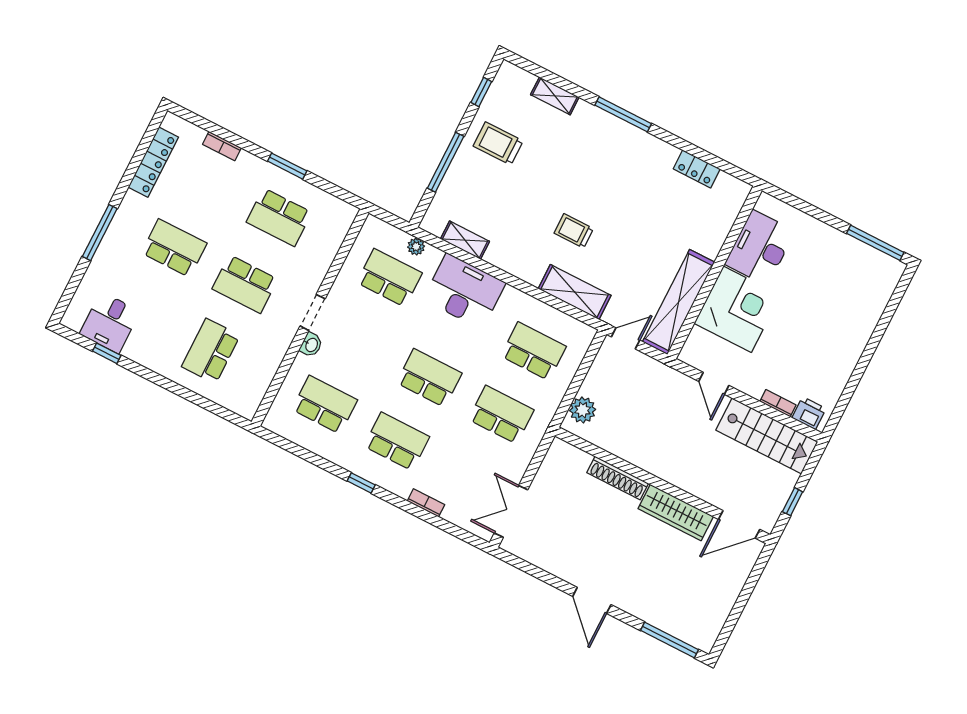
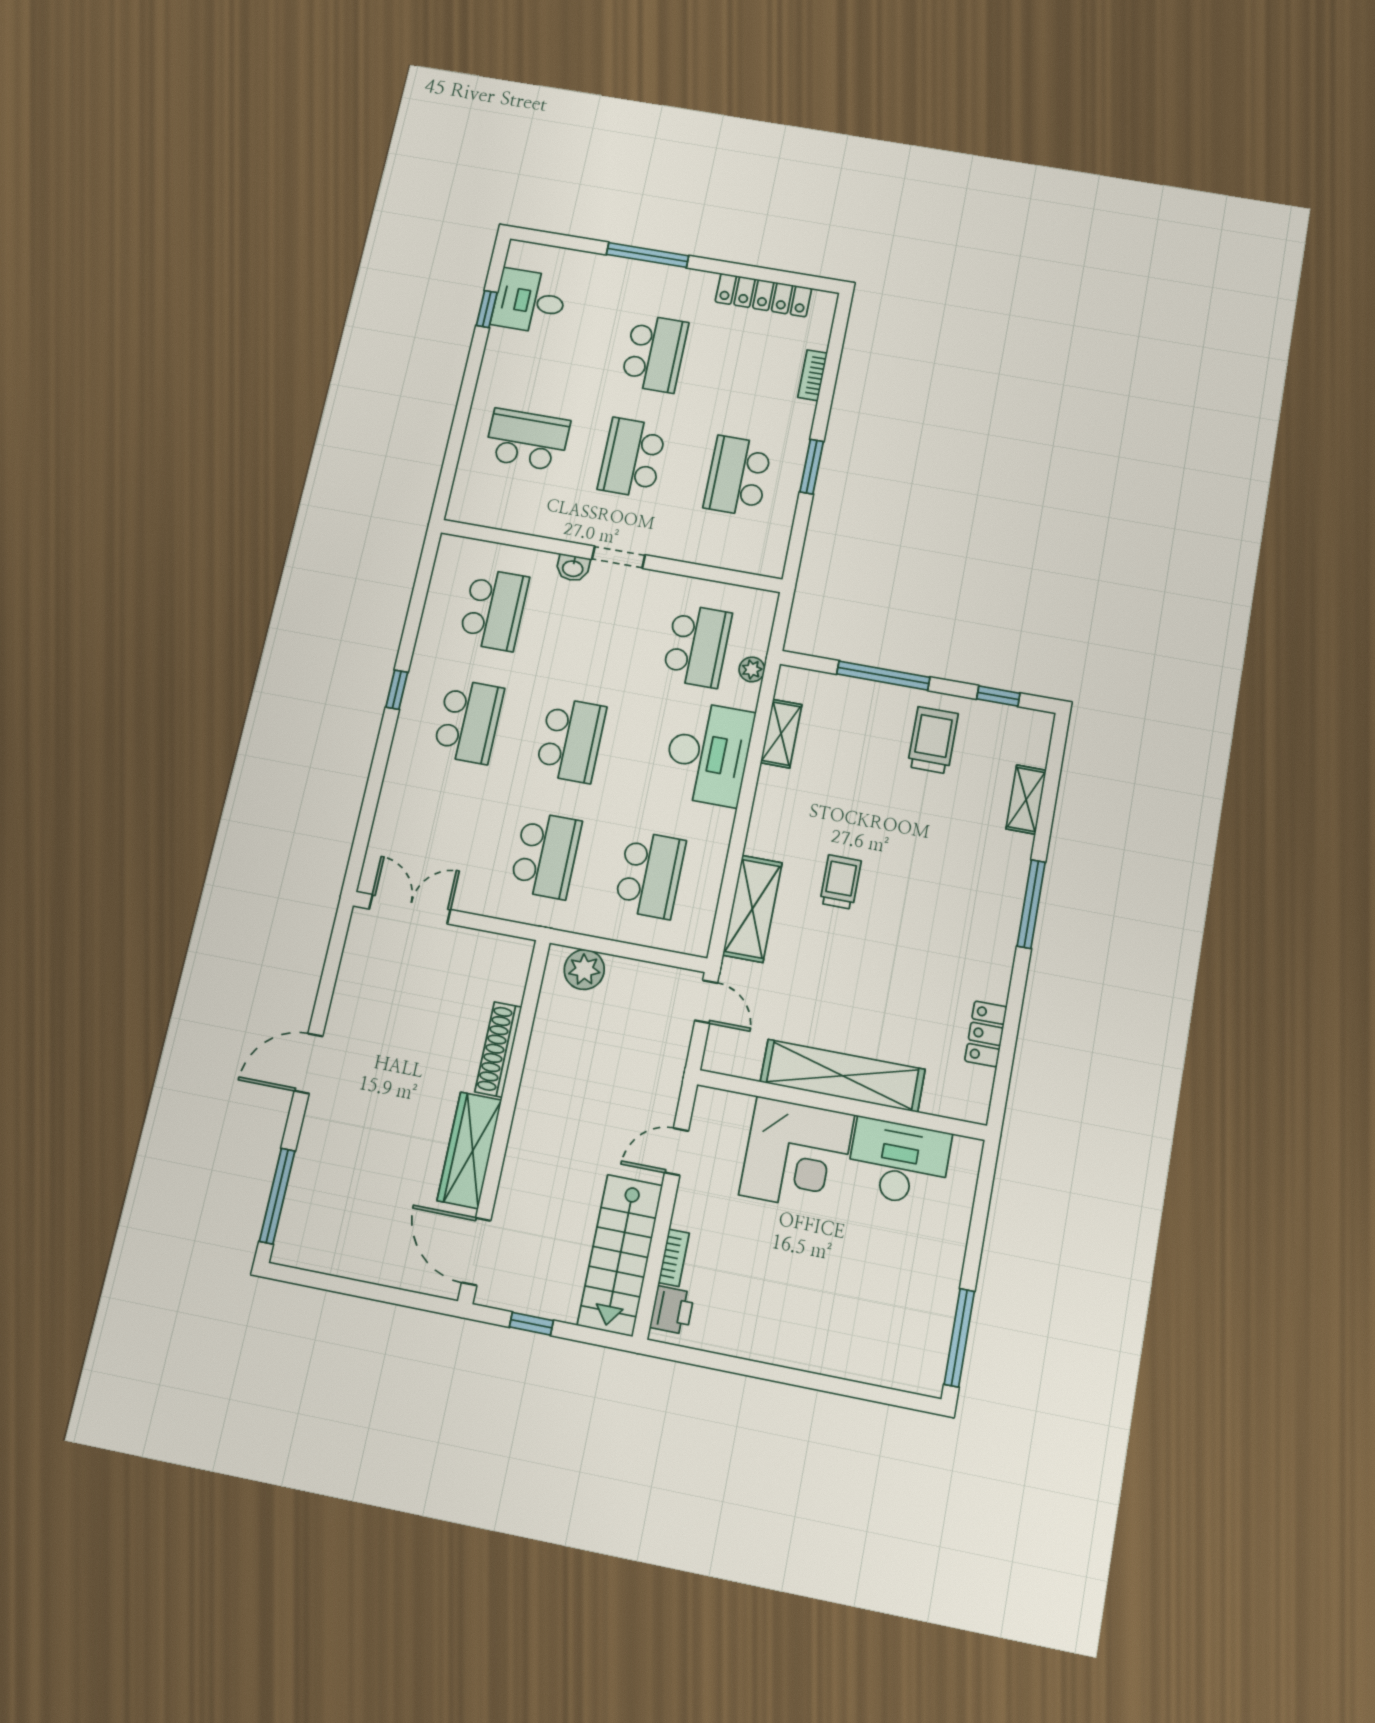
shelving: (679, 302) -> (843, 1076), moved
bookcase: (426, 503) -> (391, 787), removed

